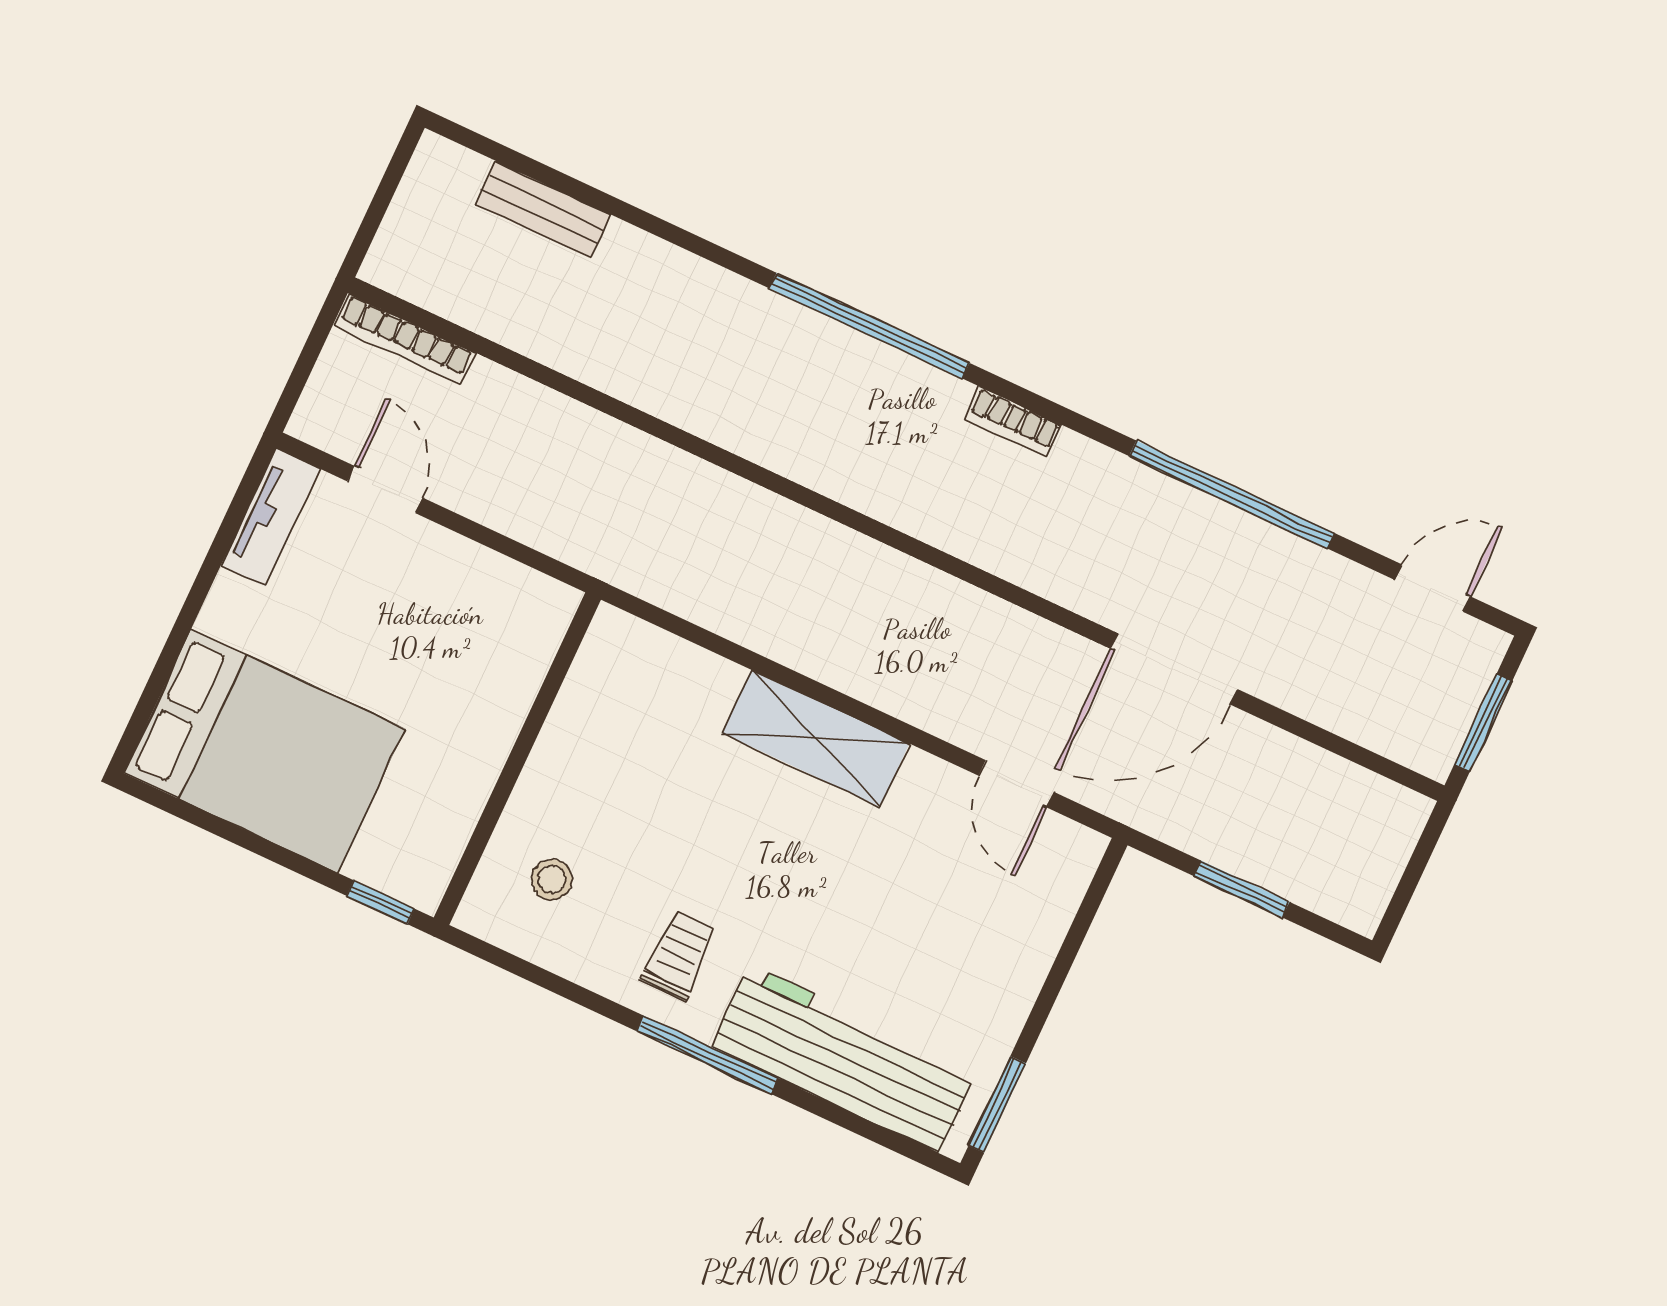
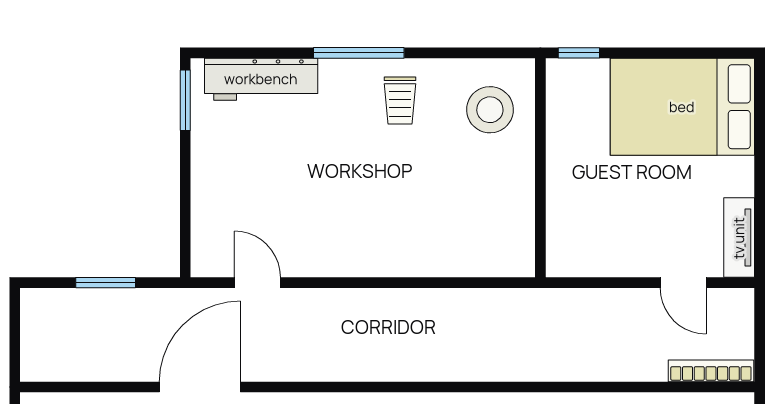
shelving: (816, 738) -> (380, 256), removed
stool: (552, 879) -> (490, 110), width x1.89, depth x1.89
workbench: (844, 1059) -> (261, 79), width x0.73, depth x0.76

